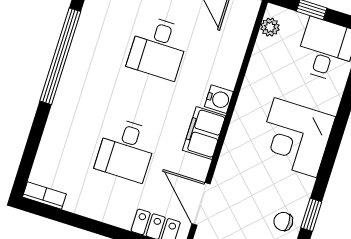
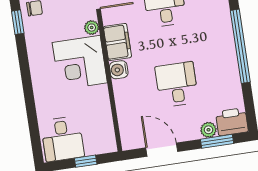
plant: (270, 27) -> (92, 28), moved
corner desk: (295, 138) -> (80, 63), moved, turned 180

